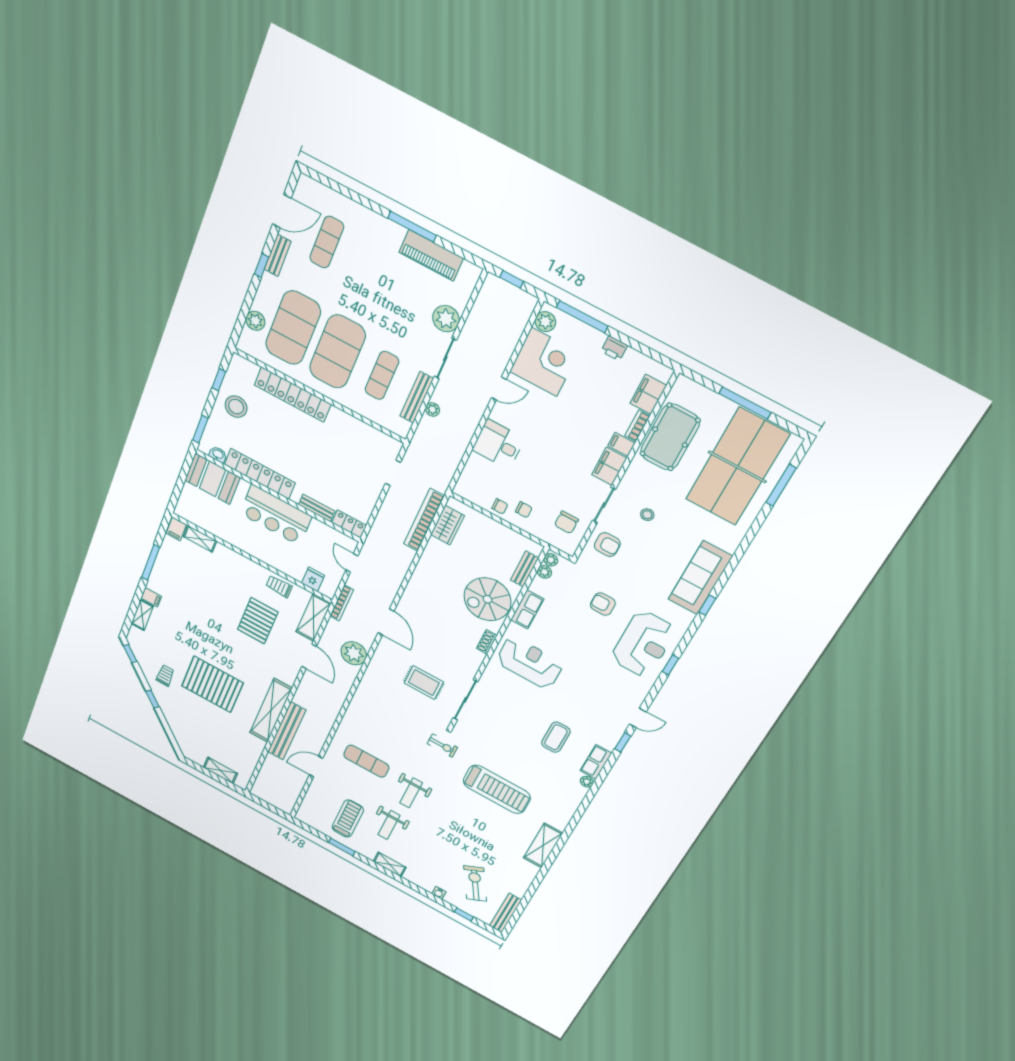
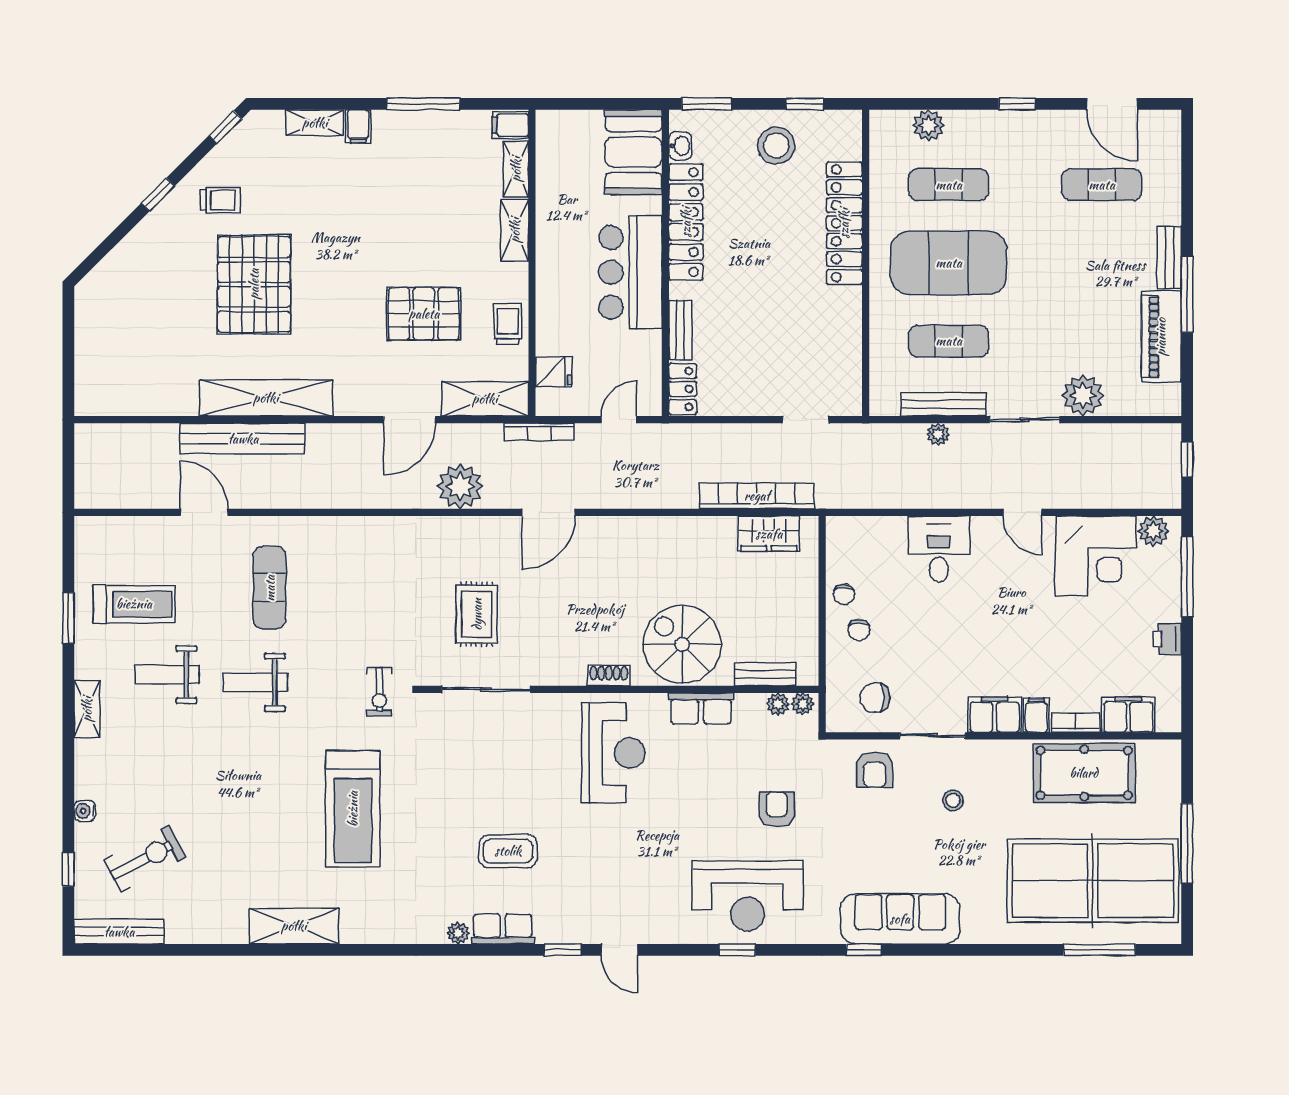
bench: (278, 255) -> (1169, 258), moved, turned 90
exercise mat: (293, 328) -> (949, 185), width x0.50, depth x0.69
shelving: (220, 770) -> (515, 230), moved

